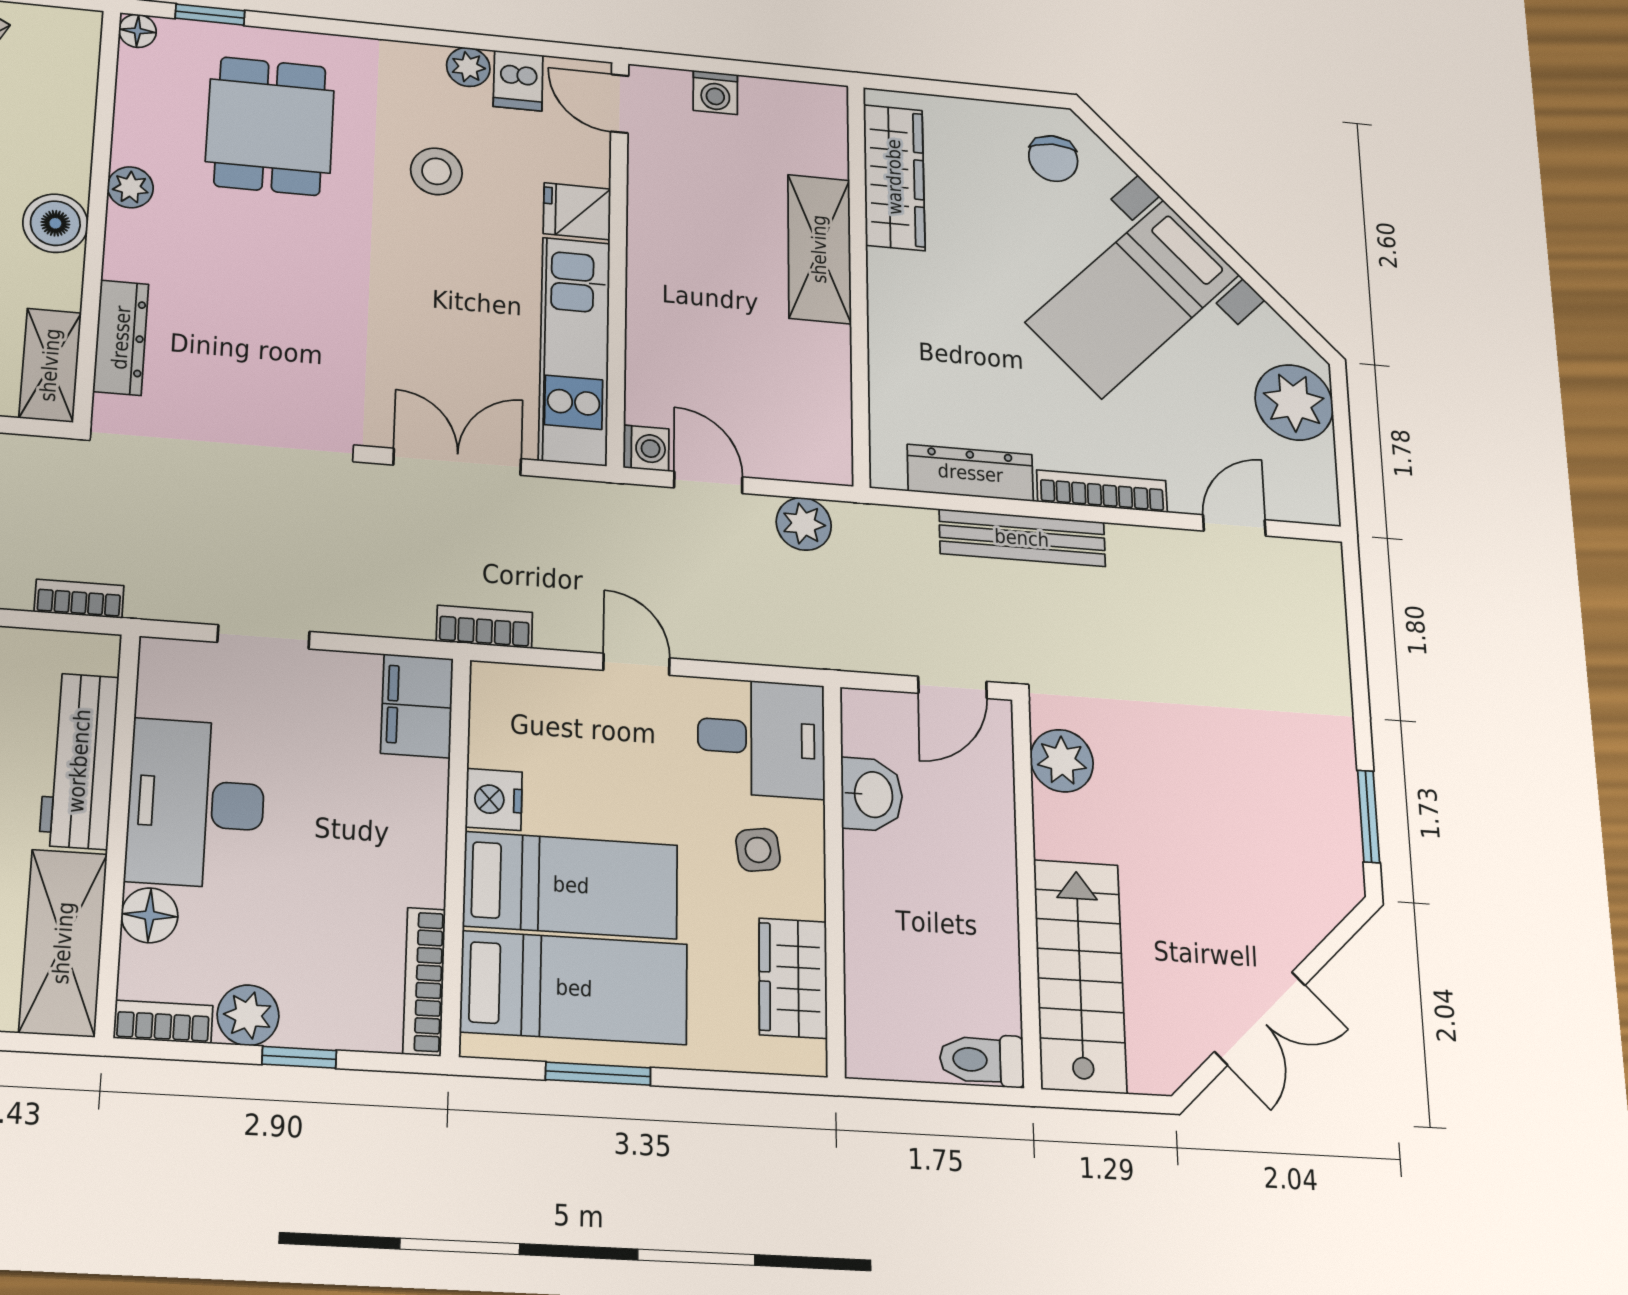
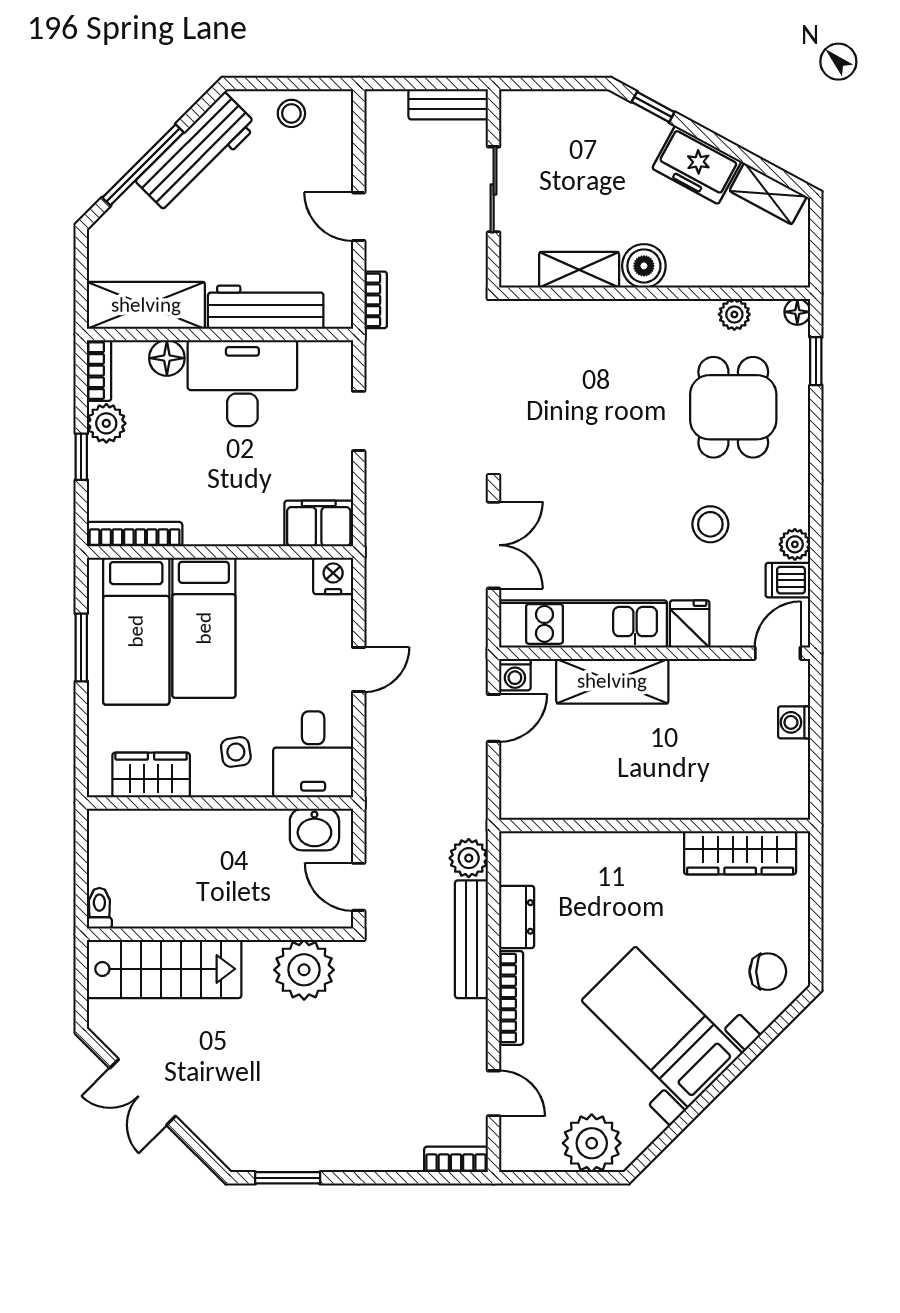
dining table: (270, 126) -> (733, 407), turned 90
chair: (1053, 158) -> (768, 972), turned 180
plant: (130, 187) -> (734, 314), moved
shelving: (819, 249) -> (612, 681), moved
dresser: (121, 338) -> (564, 315), removed
shelving: (50, 365) -> (579, 270), moved
dresser: (970, 473) -> (517, 917), width x0.70
plant: (804, 524) -> (469, 858), moved
bookcase: (484, 627) -> (456, 1159), moved, turned -90
plant: (1062, 761) -> (304, 970), width x1.36, depth x1.36
washbasin: (872, 794) -> (314, 830), moved
nightstand: (494, 799) -> (333, 576), moved
toilet: (982, 1060) -> (99, 908), width x0.73, depth x0.72

